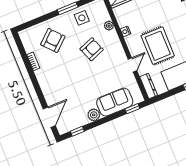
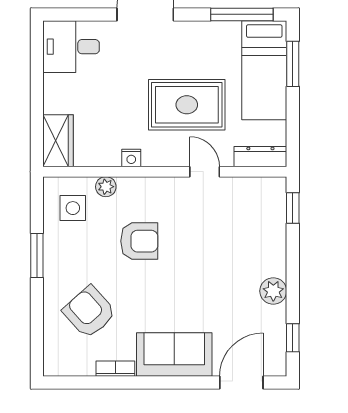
side table: (82, 18) -> (73, 208), moved
armchair: (92, 49) -> (139, 241), turned 111
sofa: (115, 102) -> (174, 355), moved, turned 90
door: (49, 117) -> (241, 382), hinge flipped

